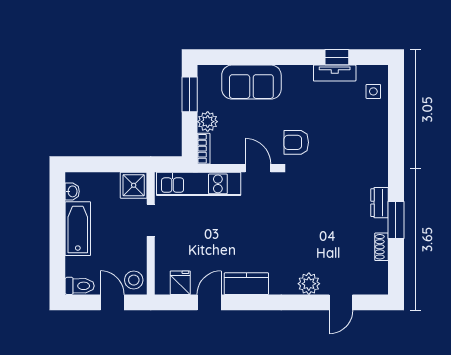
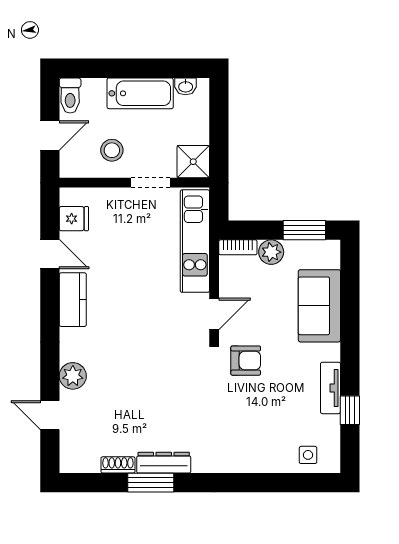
tv unit: (335, 73) -> (331, 388), moved
armchair: (296, 142) -> (246, 361), turned 90
dresser: (380, 203) -> (164, 463), width x1.44
stool: (134, 280) -> (112, 150), moved

